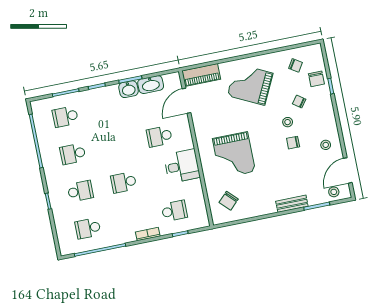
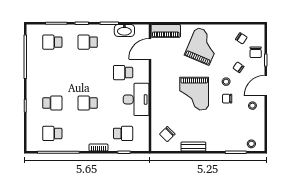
grand piano: (250, 84) -> (203, 46), turned 87
washbasin: (128, 89) -> (106, 31), removed
school desk: (73, 154) -> (88, 42), moved
grand piano: (234, 155) -> (194, 94), moved
desk: (182, 166) -> (136, 99), width x1.37
door: (348, 170) -> (266, 86), moved
bench: (292, 204) -> (193, 147), moved

